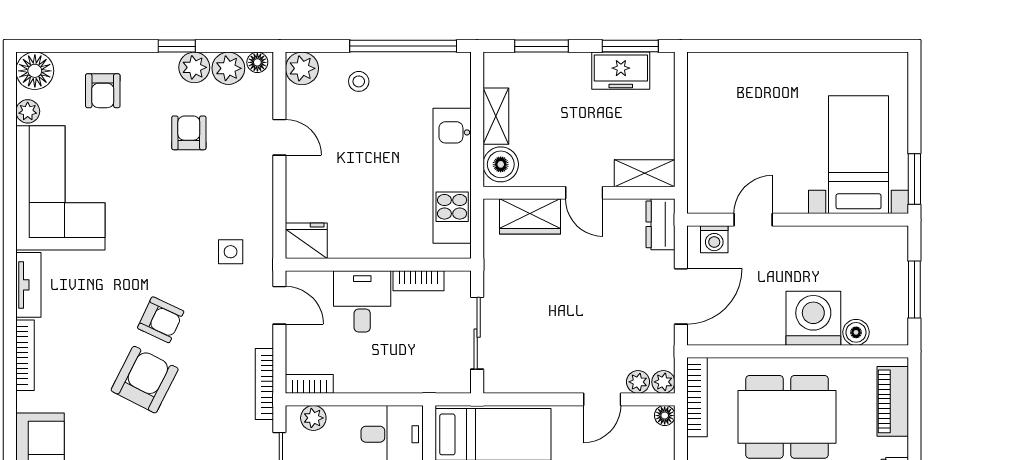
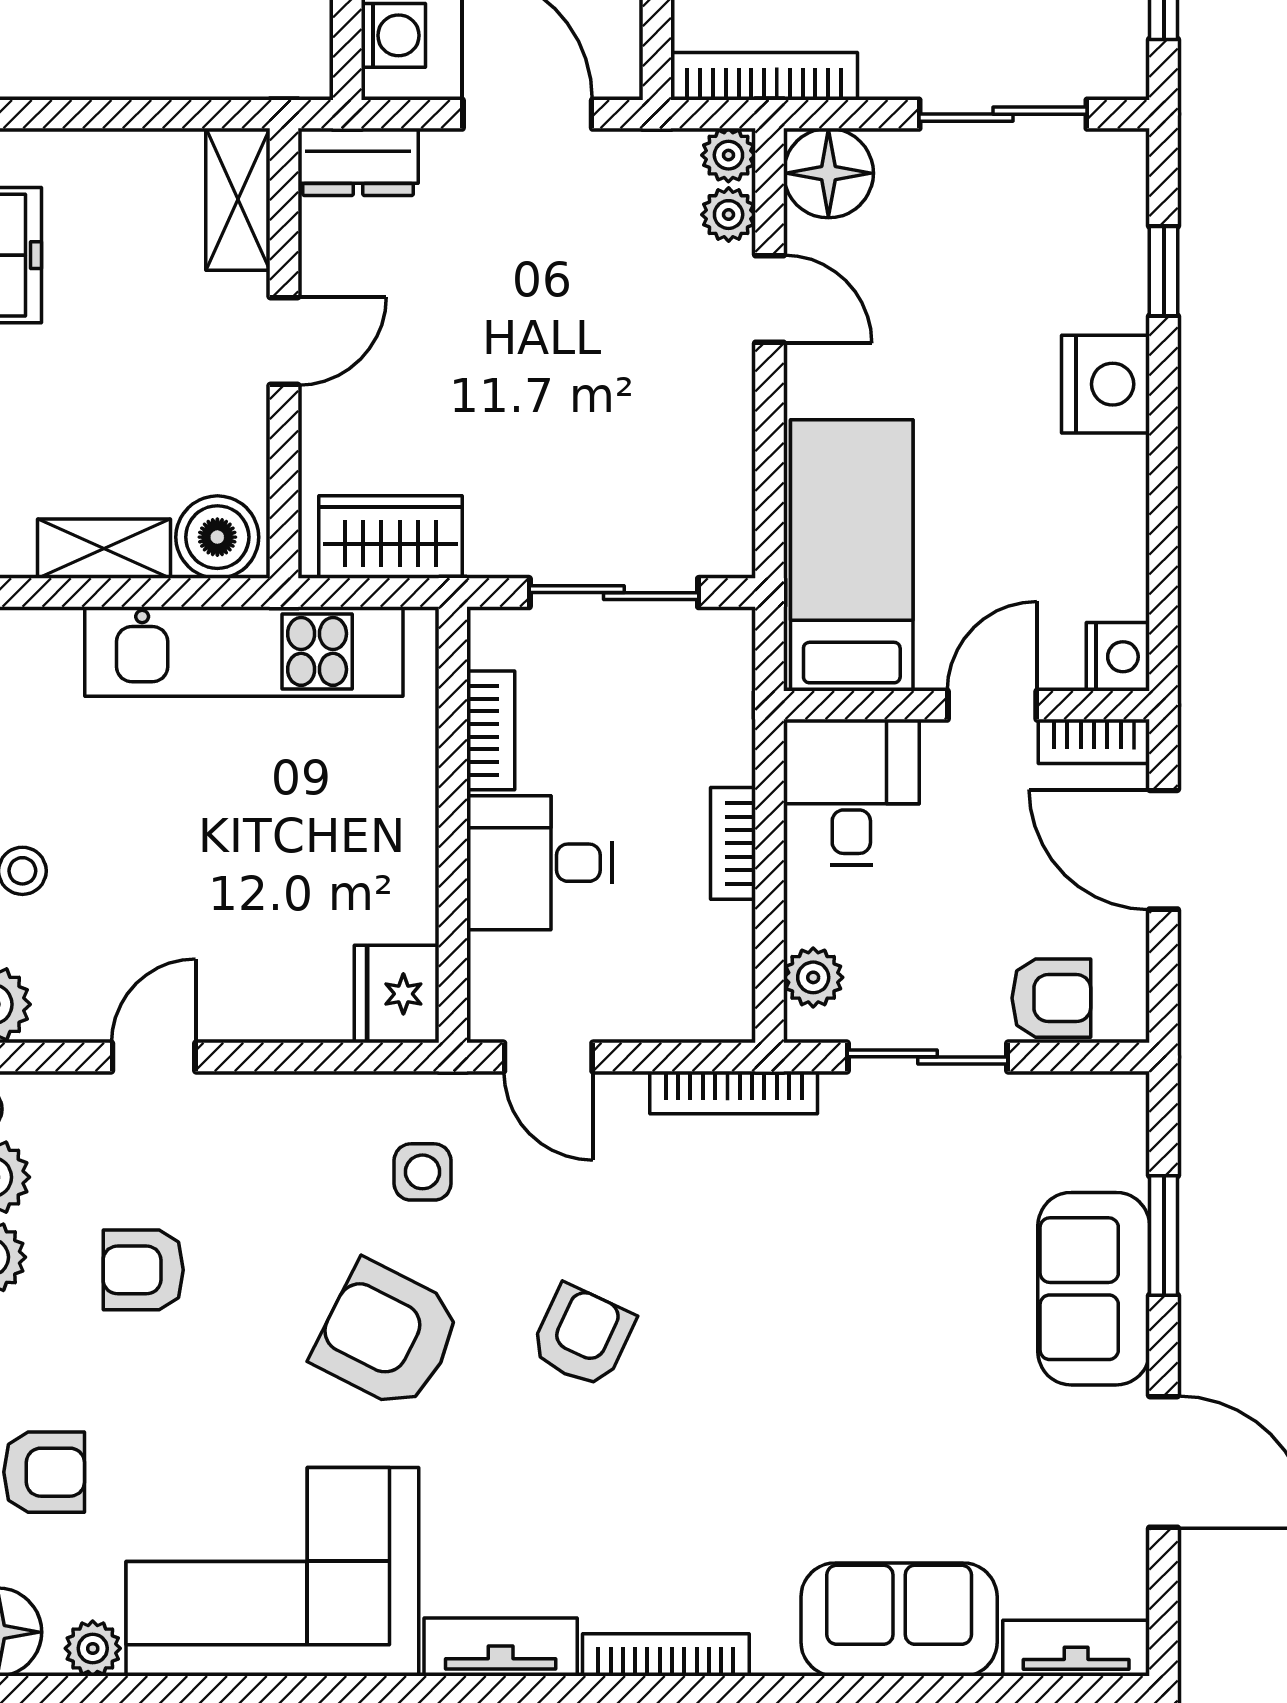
wardrobe: (530, 216) -> (390, 537), moved, turned -90
door: (279, 305) -> (548, 1057), swing flipped
armchair: (145, 380) -> (387, 1335), moved
bookcase: (309, 384) -> (733, 843), moved
floor lamp: (665, 416) -> (828, 173), width x1.89, depth x1.89

